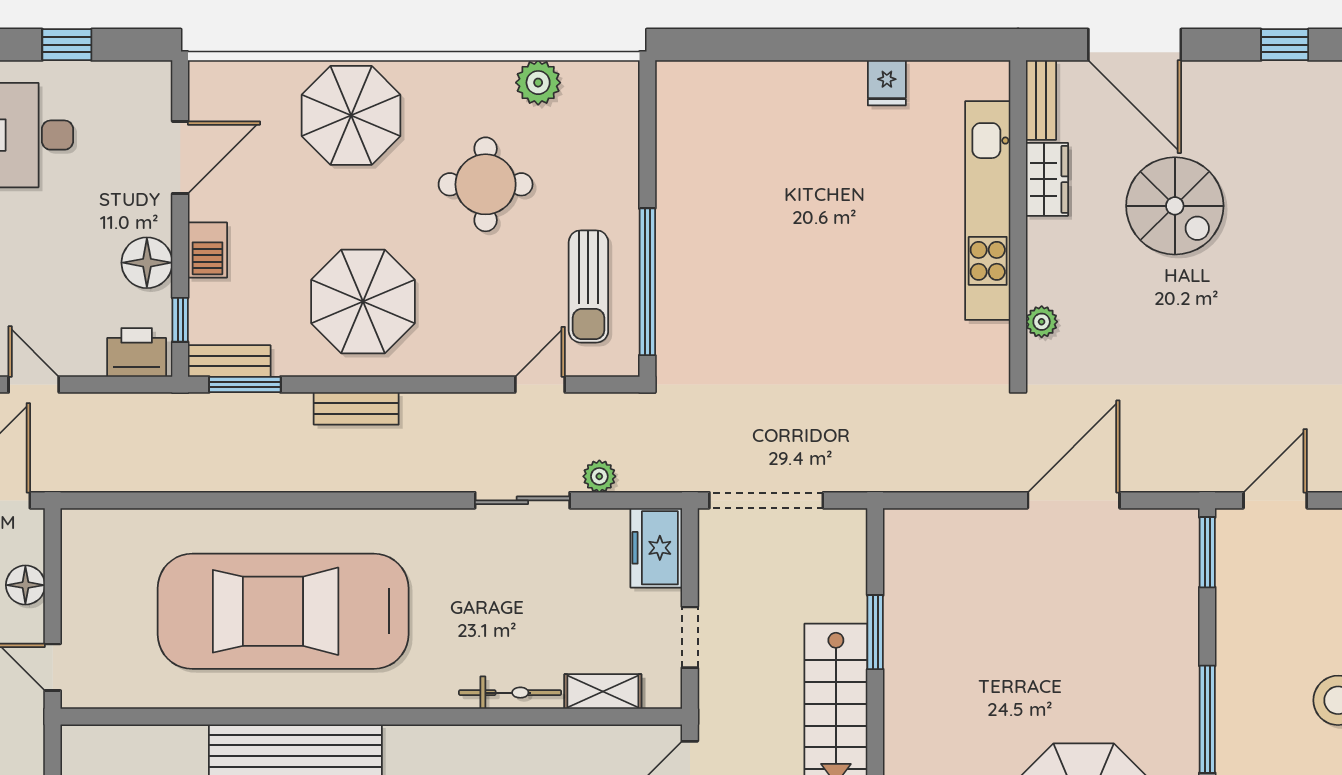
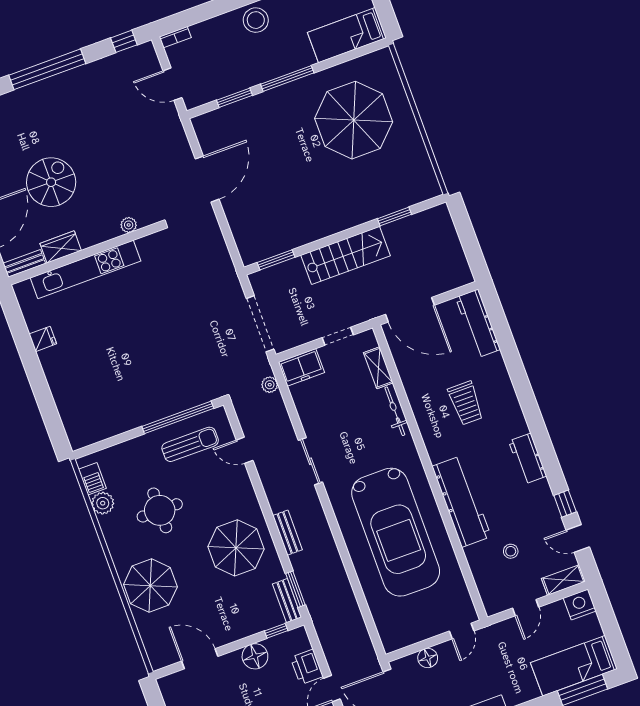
barbecue: (207, 250) -> (92, 479), moved, turned 90
printer: (137, 352) -> (307, 667), moved
plant: (599, 476) -> (270, 385), moved
sliding door: (522, 500) -> (310, 461), moved
door: (1074, 500) -> (207, 179), swing flipped
window: (1207, 552) -> (235, 98), moved
window: (875, 632) -> (276, 260), moved

